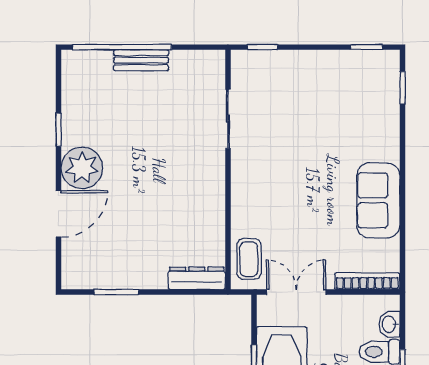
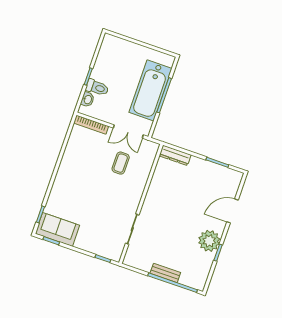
plant: (82, 168) -> (209, 241), moved
sofa: (378, 200) -> (57, 229), moved, turned -90
coffee table: (249, 259) -> (121, 163), moved

